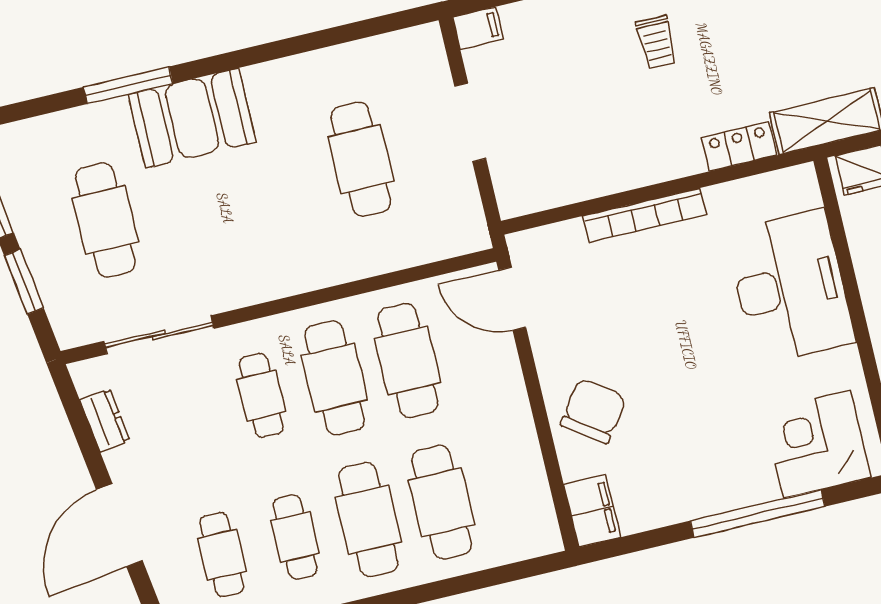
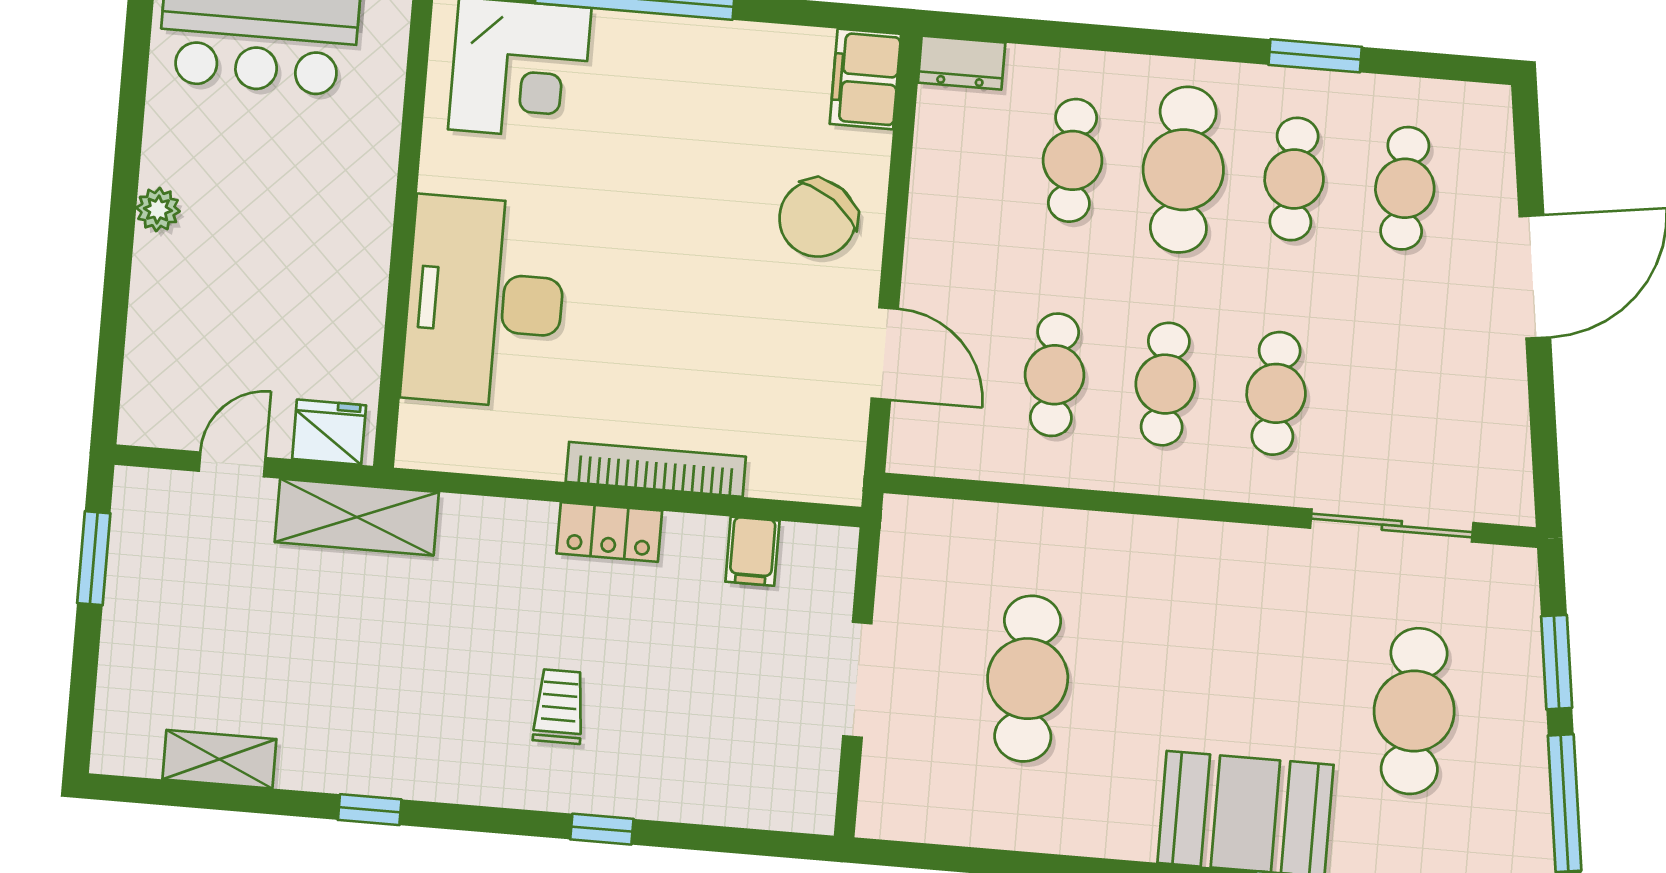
filing cabinet: (478, 28) -> (752, 551), moved, turned -90
locker: (739, 146) -> (609, 532), moved
door: (512, 299) -> (885, 354), moved
cafe table: (408, 360) -> (1055, 375), width x0.73, depth x0.74
cafe table: (335, 378) -> (1165, 384), width x0.73, depth x0.74
dresser: (105, 420) -> (962, 63), moved, turned -82
cafe table: (442, 502) -> (1073, 160), width x0.73, depth x0.74

